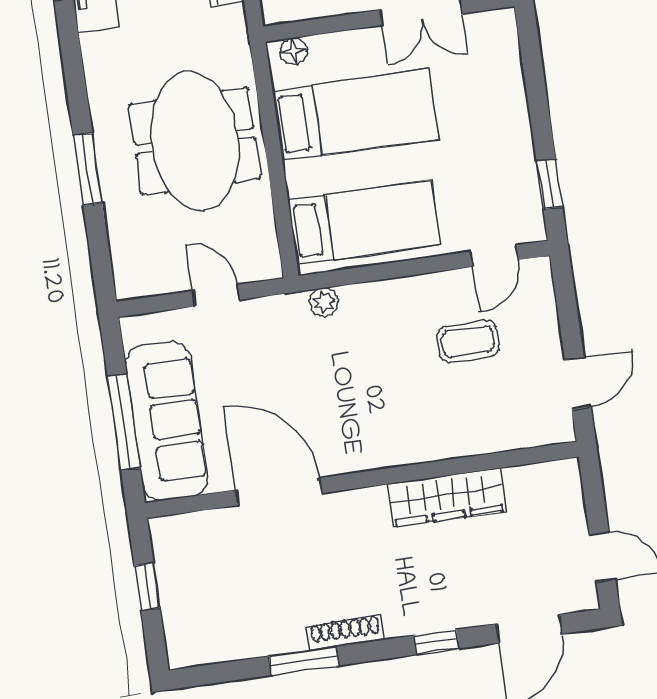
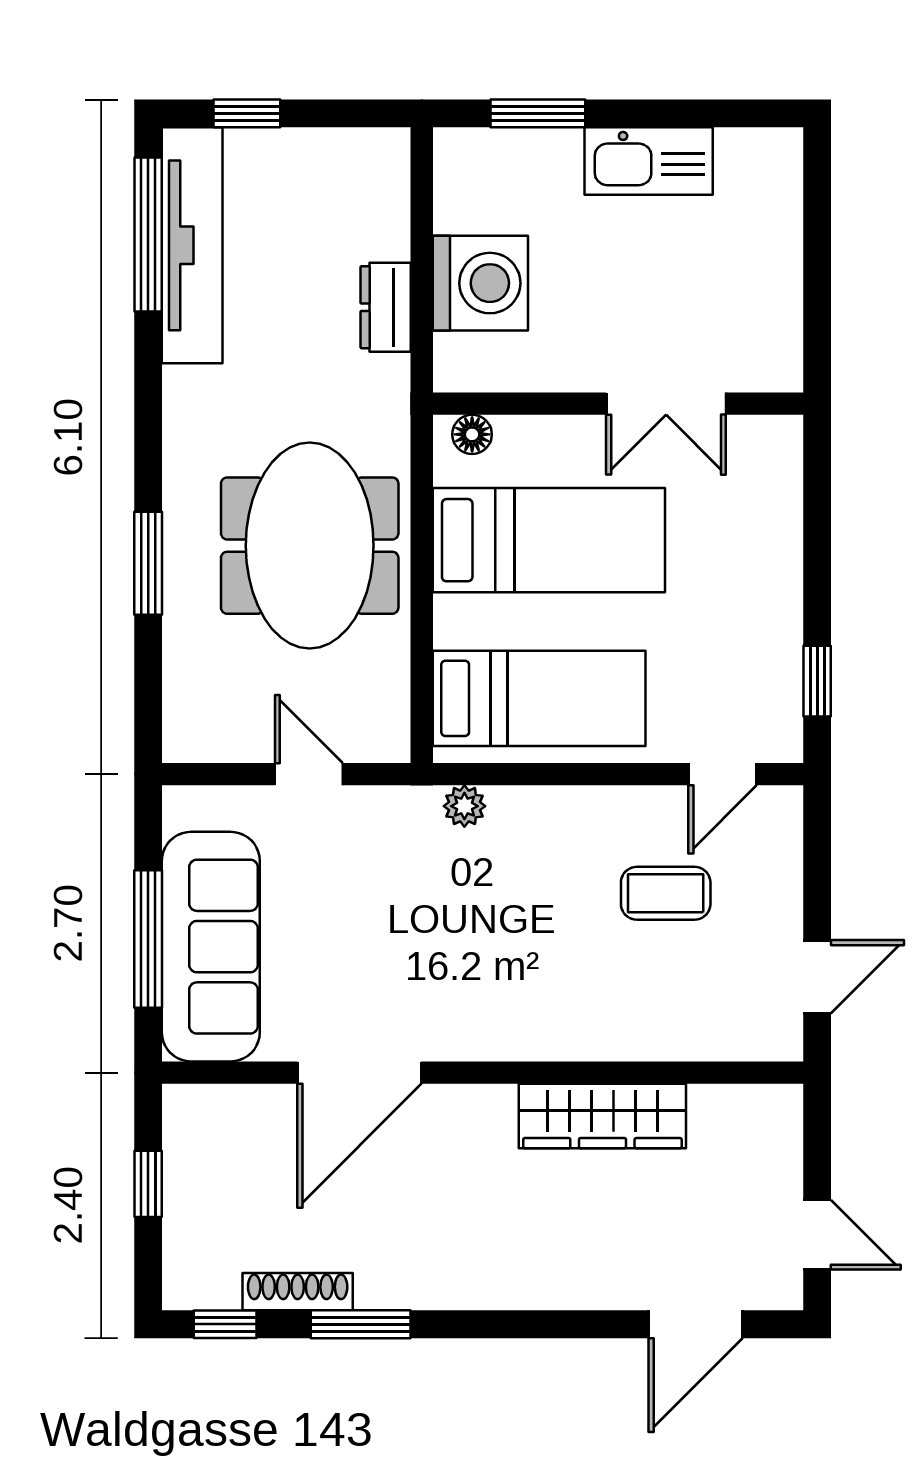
door: (279, 492) -> (359, 1073), swing flipped
shoe rack: (345, 633) -> (298, 1292), moved
window: (436, 642) -> (225, 1324), moved

